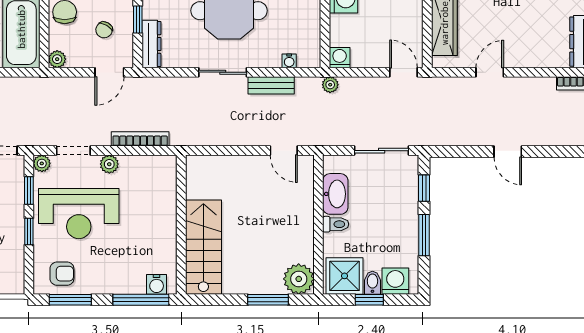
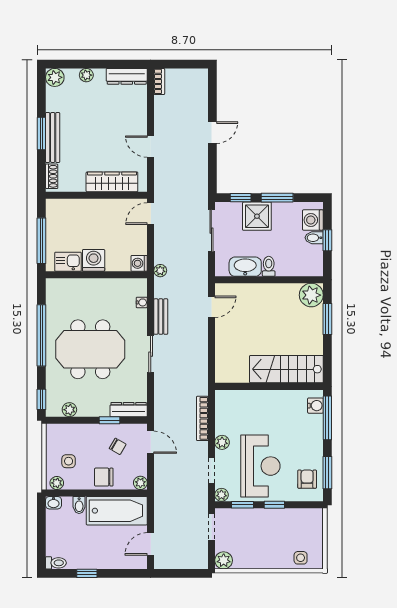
shower: (345, 276) -> (257, 216), moved

